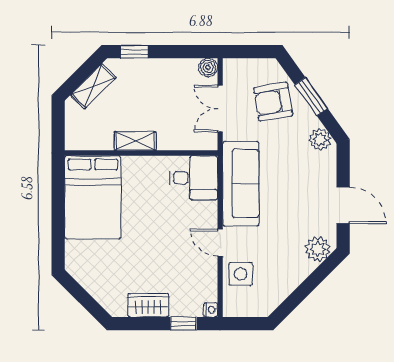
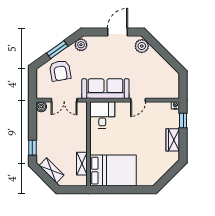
shelving: (135, 141) -> (82, 164), moved
side table: (241, 274) -> (156, 89), removed

